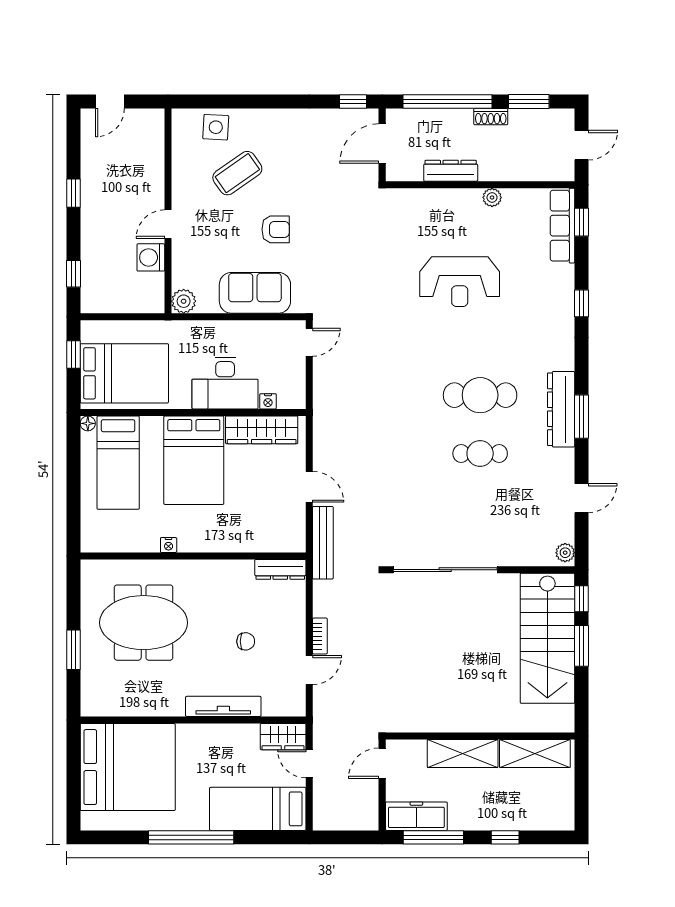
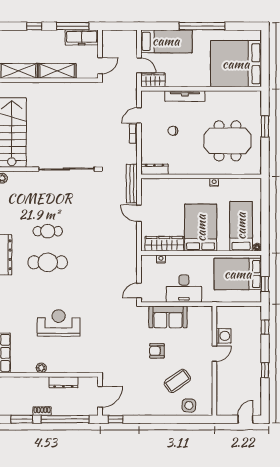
plant: (184, 301) -> (206, 313), removed
desk: (225, 383) -> (184, 289), moved, turned 180

